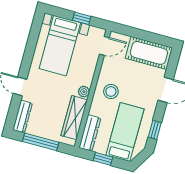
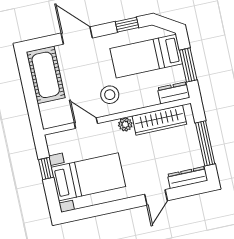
door: (104, 46) -> (86, 123), moved
dresser: (90, 133) -> (174, 93), width x0.70
window: (103, 159) -> (188, 65), width x1.50

